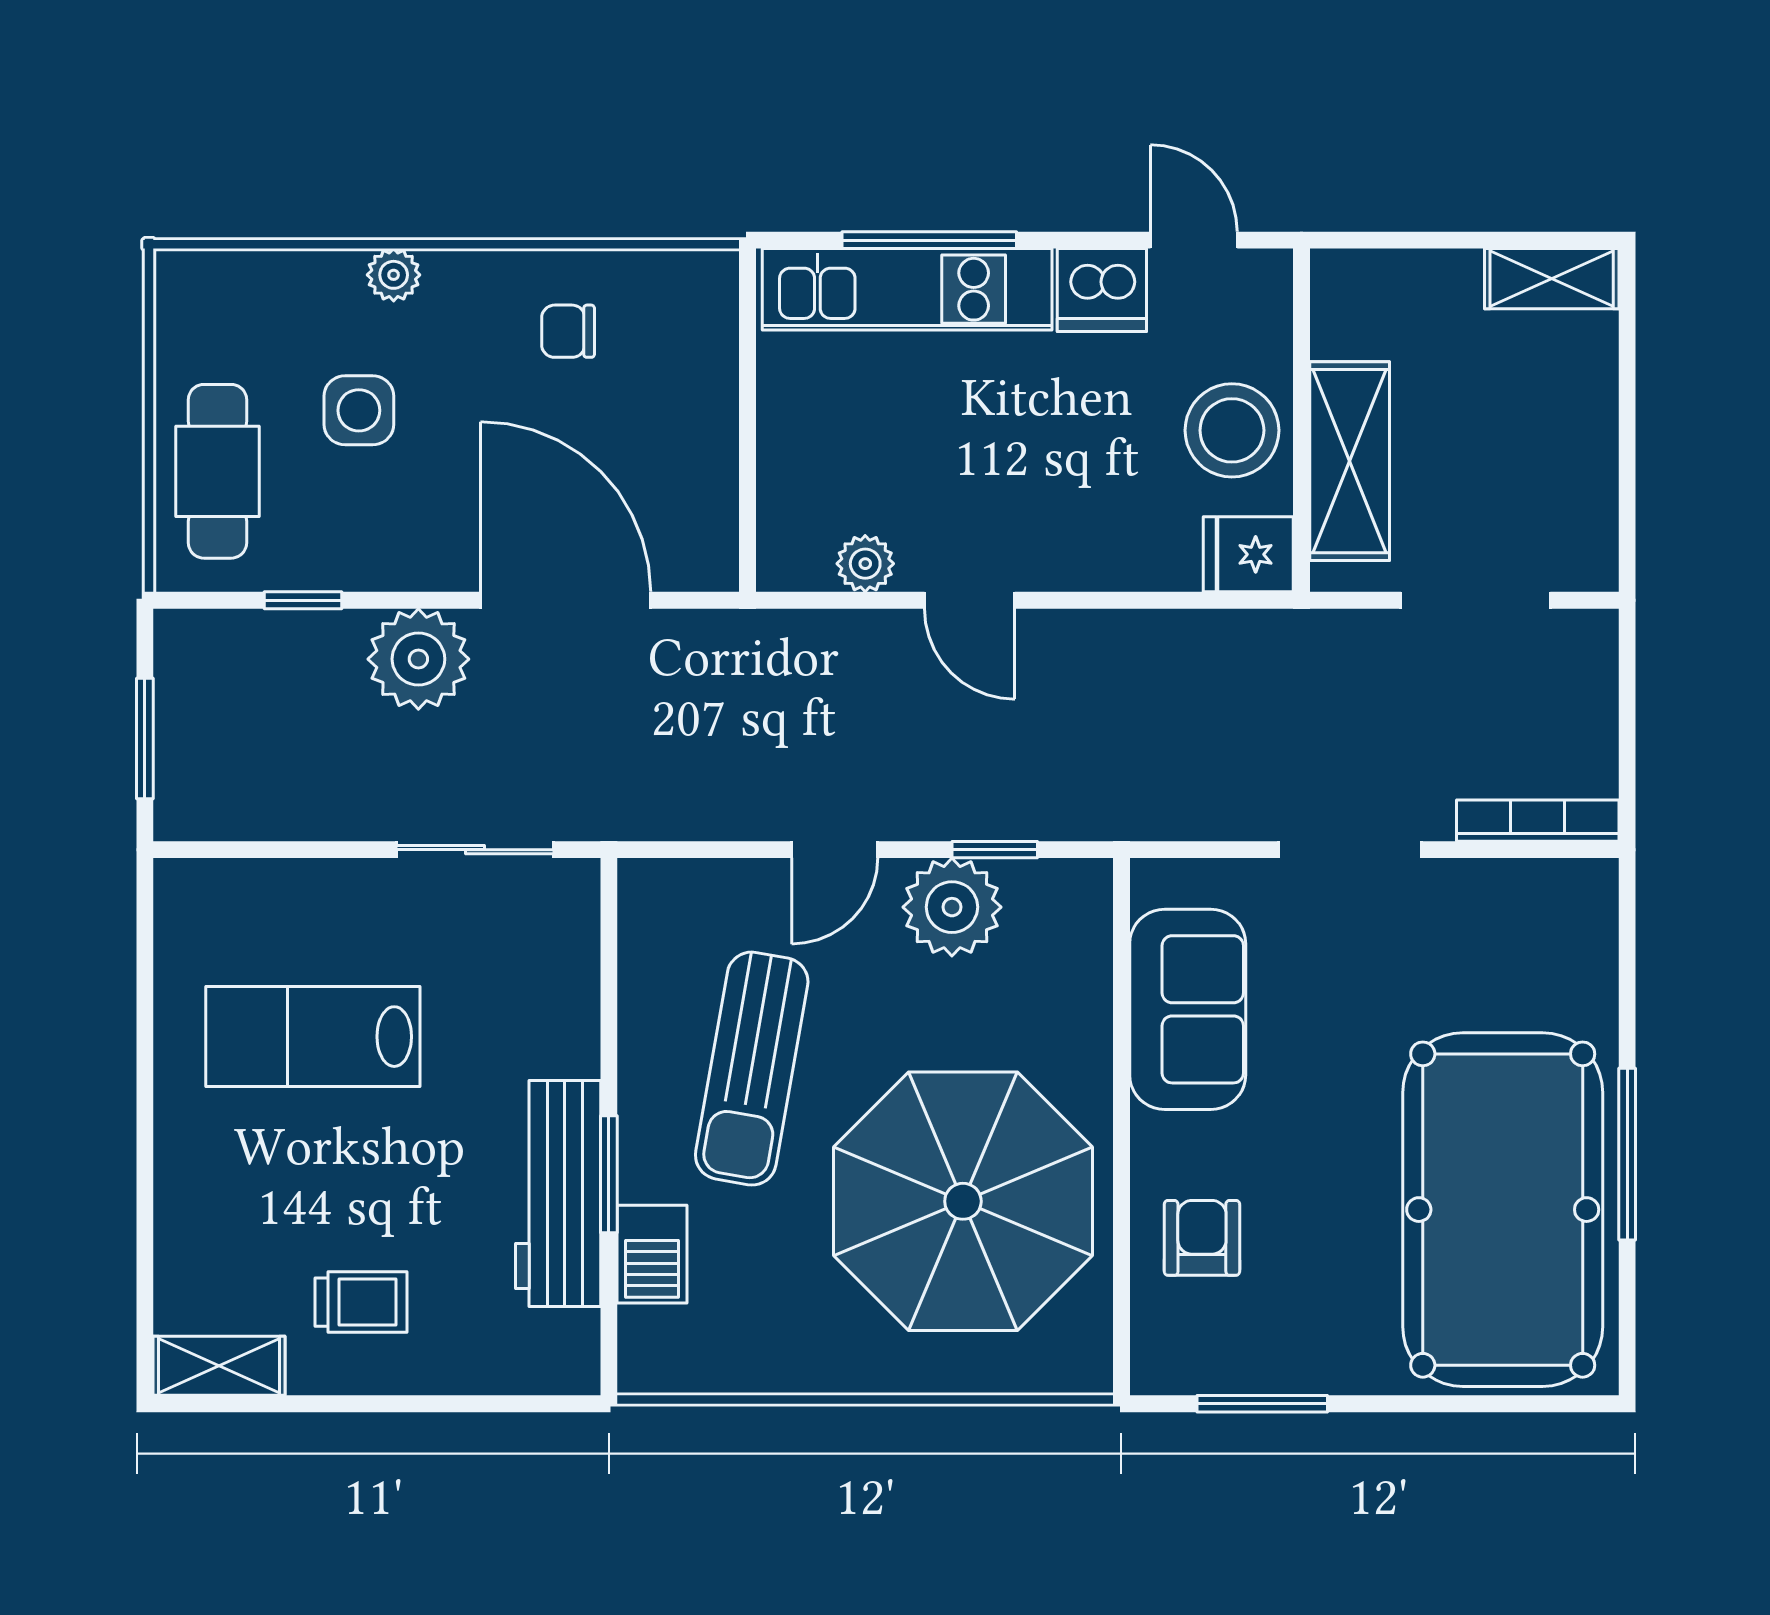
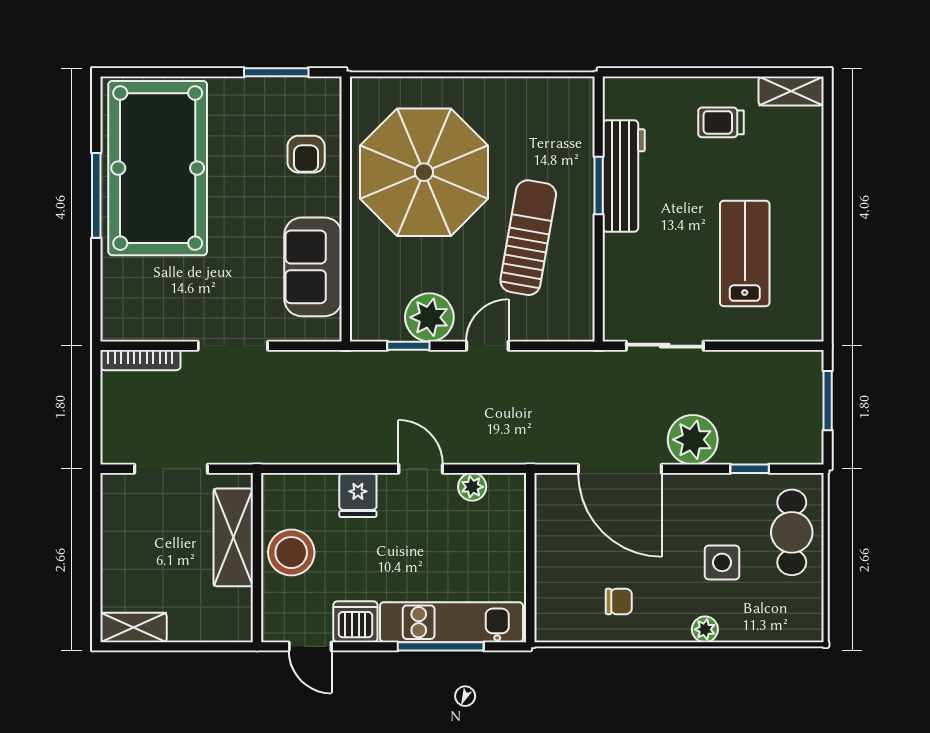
fridge: (1248, 554) -> (358, 495), moved, turned 90
lab bench: (313, 1037) -> (745, 253), turned -90
barbecue: (652, 1254) -> (577, 146), removed

